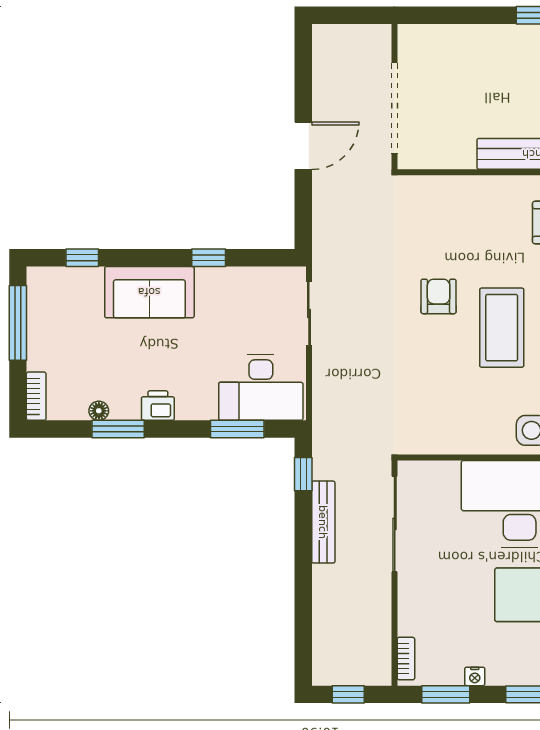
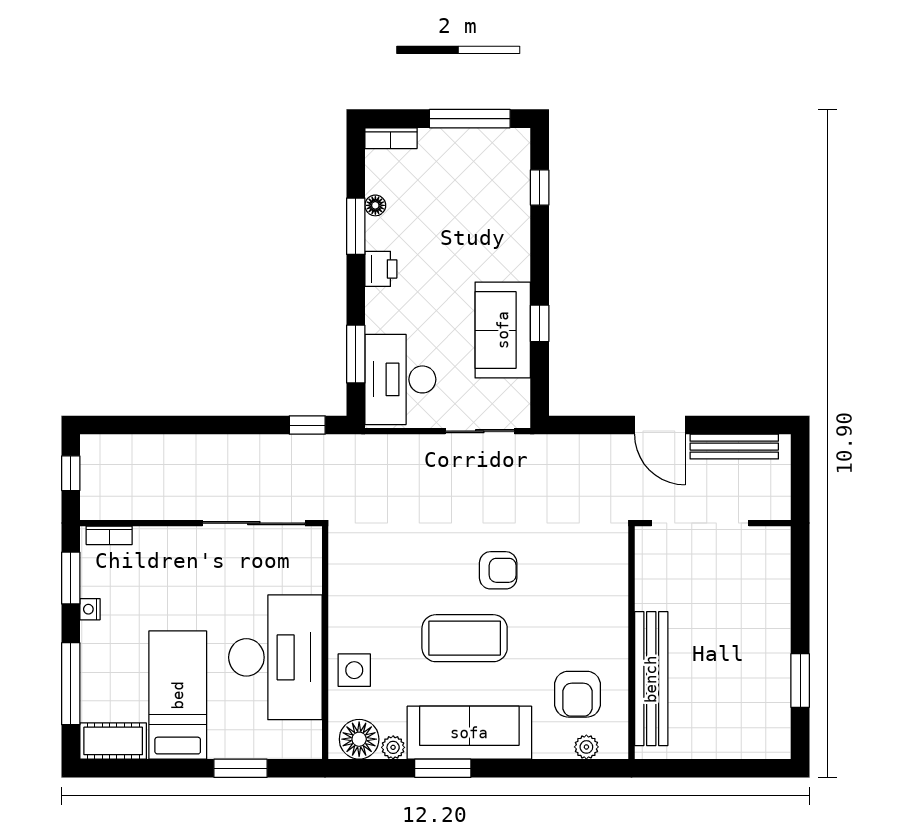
sofa: (149, 292) -> (503, 330), moved
bench: (323, 522) -> (734, 447), moved

